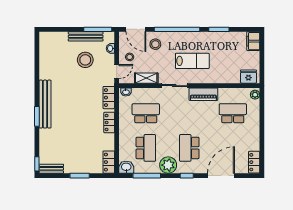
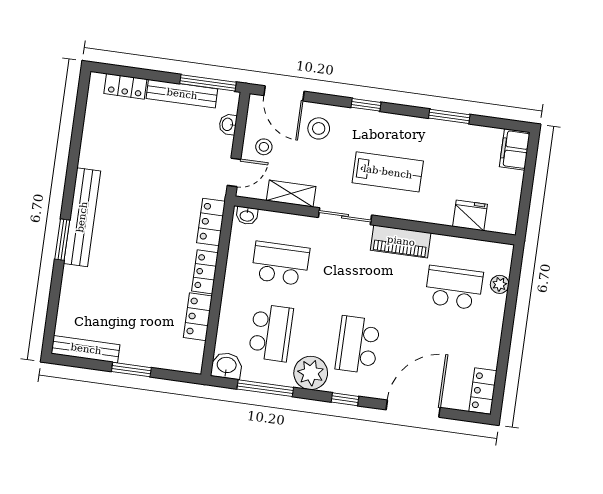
window: (177, 29) -> (366, 105), width x0.32
locker: (57, 37) -> (125, 86), added
stool: (85, 60) -> (175, 140), removed
fridge: (248, 77) -> (470, 215), moved
plant: (255, 95) -> (500, 284), moved
locker: (109, 162) -> (198, 317), moved
window: (37, 164) -> (49, 334), removed
bench: (51, 169) -> (86, 349), width x1.36

